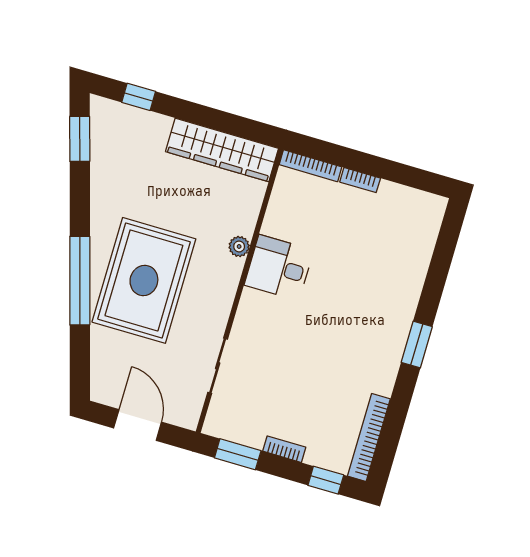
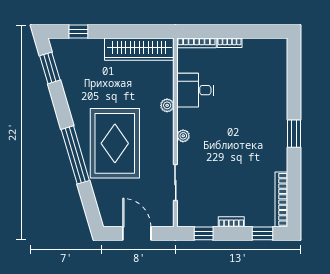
desk: (279, 268) -> (195, 90), moved
plant: (250, 299) -> (183, 136), added
window: (238, 454) -> (204, 233), width x0.67

